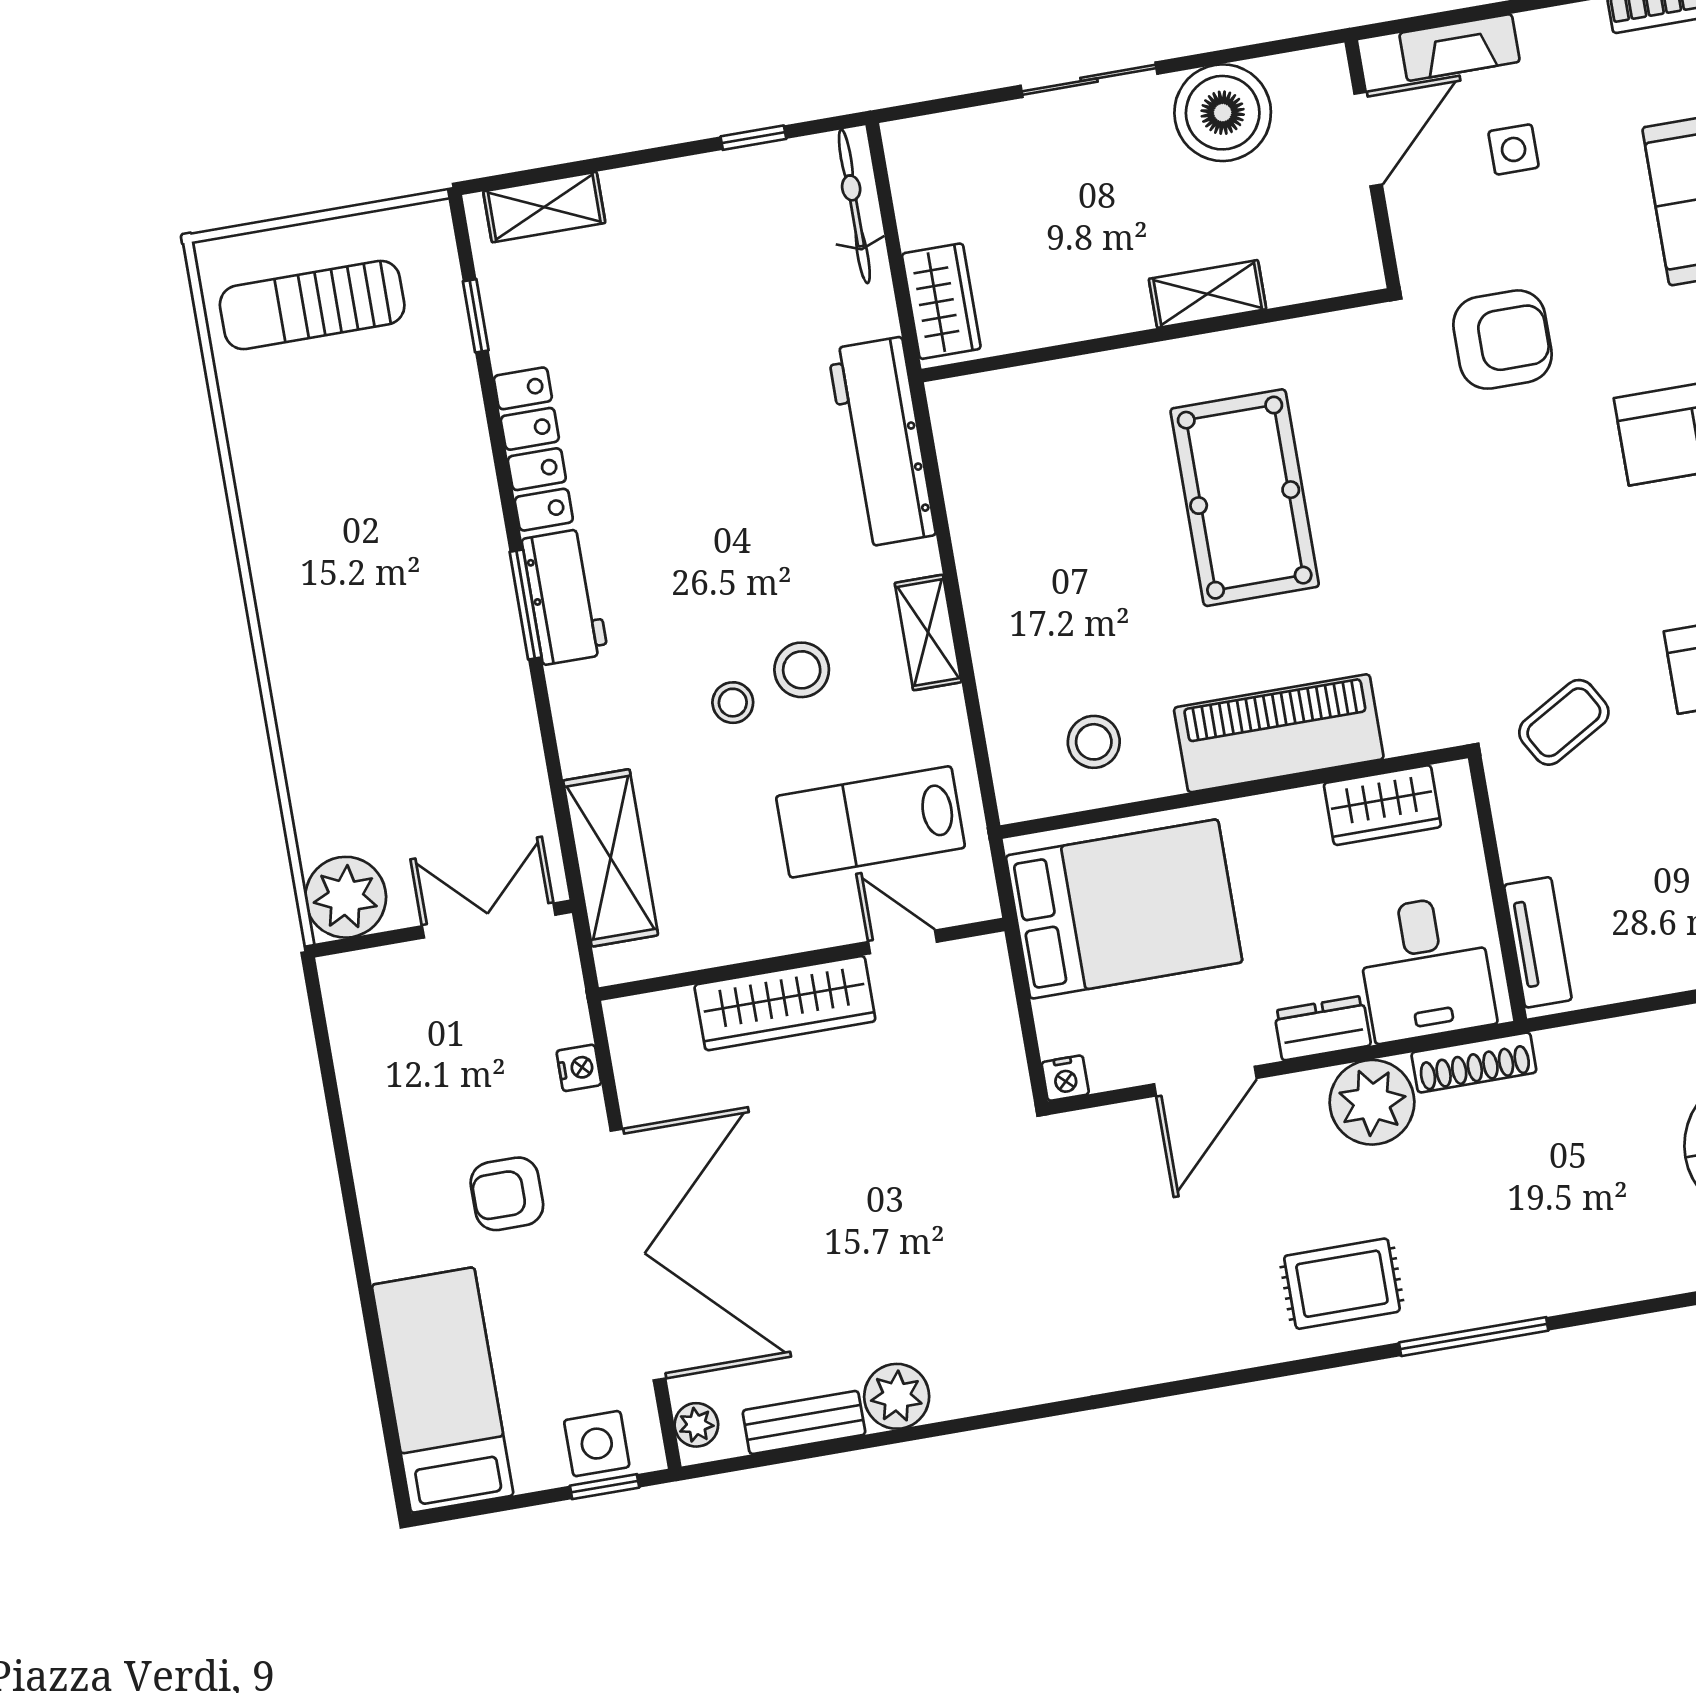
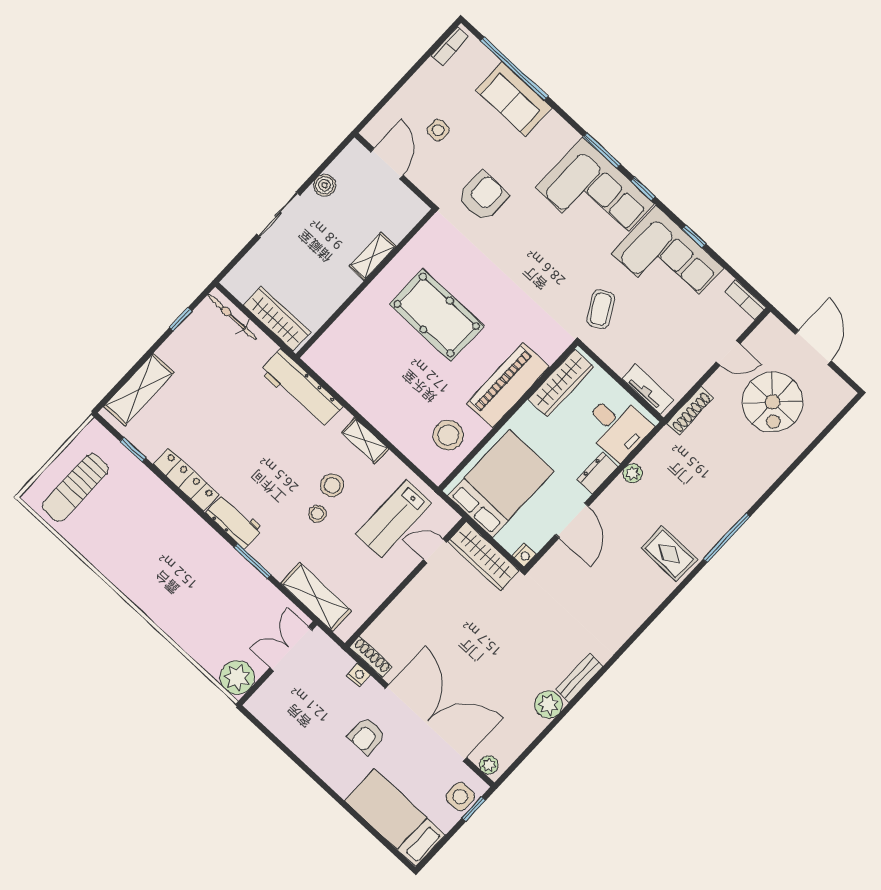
fireplace: (1460, 47) -> (394, 110), removed
boiler: (1223, 113) -> (325, 185), width x0.54, depth x0.54
shelving: (544, 207) -> (139, 389), width x1.50, depth x1.33
wardrobe: (941, 301) -> (277, 319), width x1.50
window: (526, 605) -> (252, 561), moved
stool: (1094, 742) -> (448, 435), width x1.38, depth x1.38
wardrobe: (1382, 805) -> (561, 383), width x1.50
wardrobe: (785, 1003) -> (484, 556), moved, turned 90
shoe rack: (628, 1050) -> (371, 657), added
shoe rack: (1474, 1062) -> (690, 411), moved
plant: (1372, 1102) -> (633, 473), width x0.53, depth x0.53
rug: (1342, 1284) -> (669, 554), turned 90
bench: (804, 1422) -> (579, 678), moved

